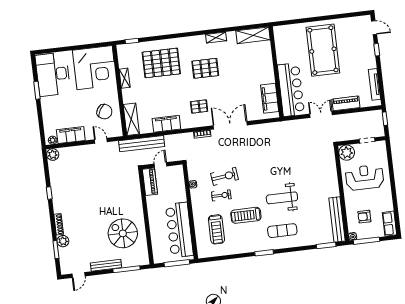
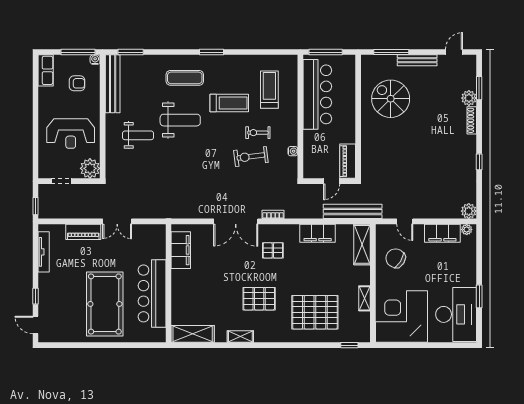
bar counter: (291, 90) -> (152, 293), moved
weight bench: (313, 182) -> (138, 135), added
spiral stairs: (123, 233) -> (391, 99), turned 180

